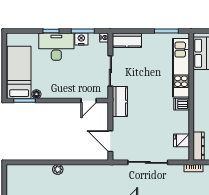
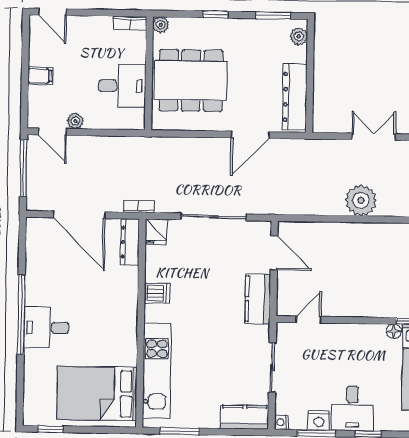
desk: (56, 47) -> (352, 408), width x0.73
kitchen counter: (120, 102) -> (258, 299), moved
dishwasher: (182, 104) -> (157, 293), moved
fridge: (181, 140) -> (156, 232), moved, turned 90
plant: (58, 169) -> (361, 200), width x1.87, depth x1.87

